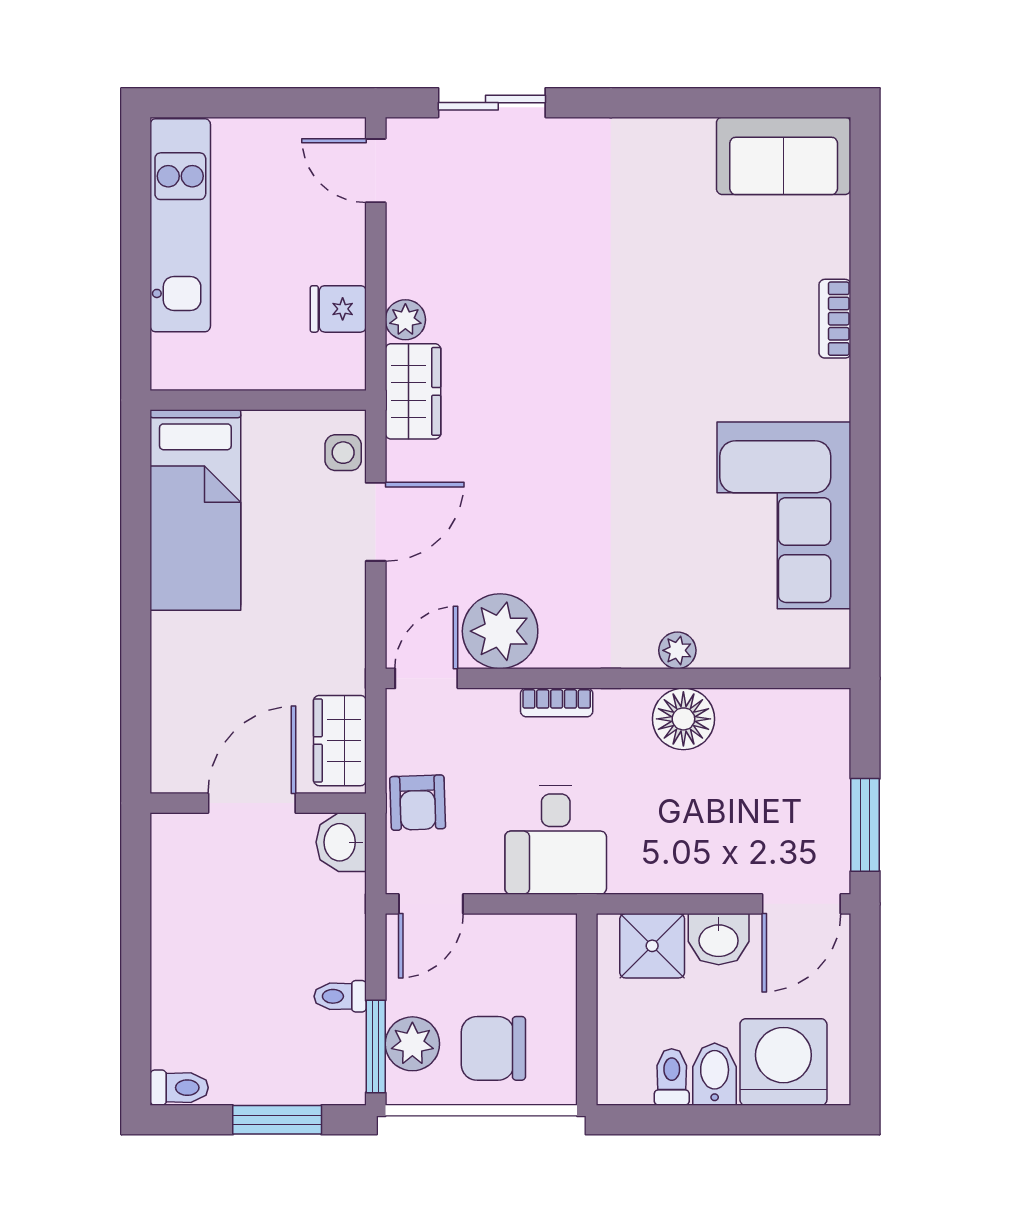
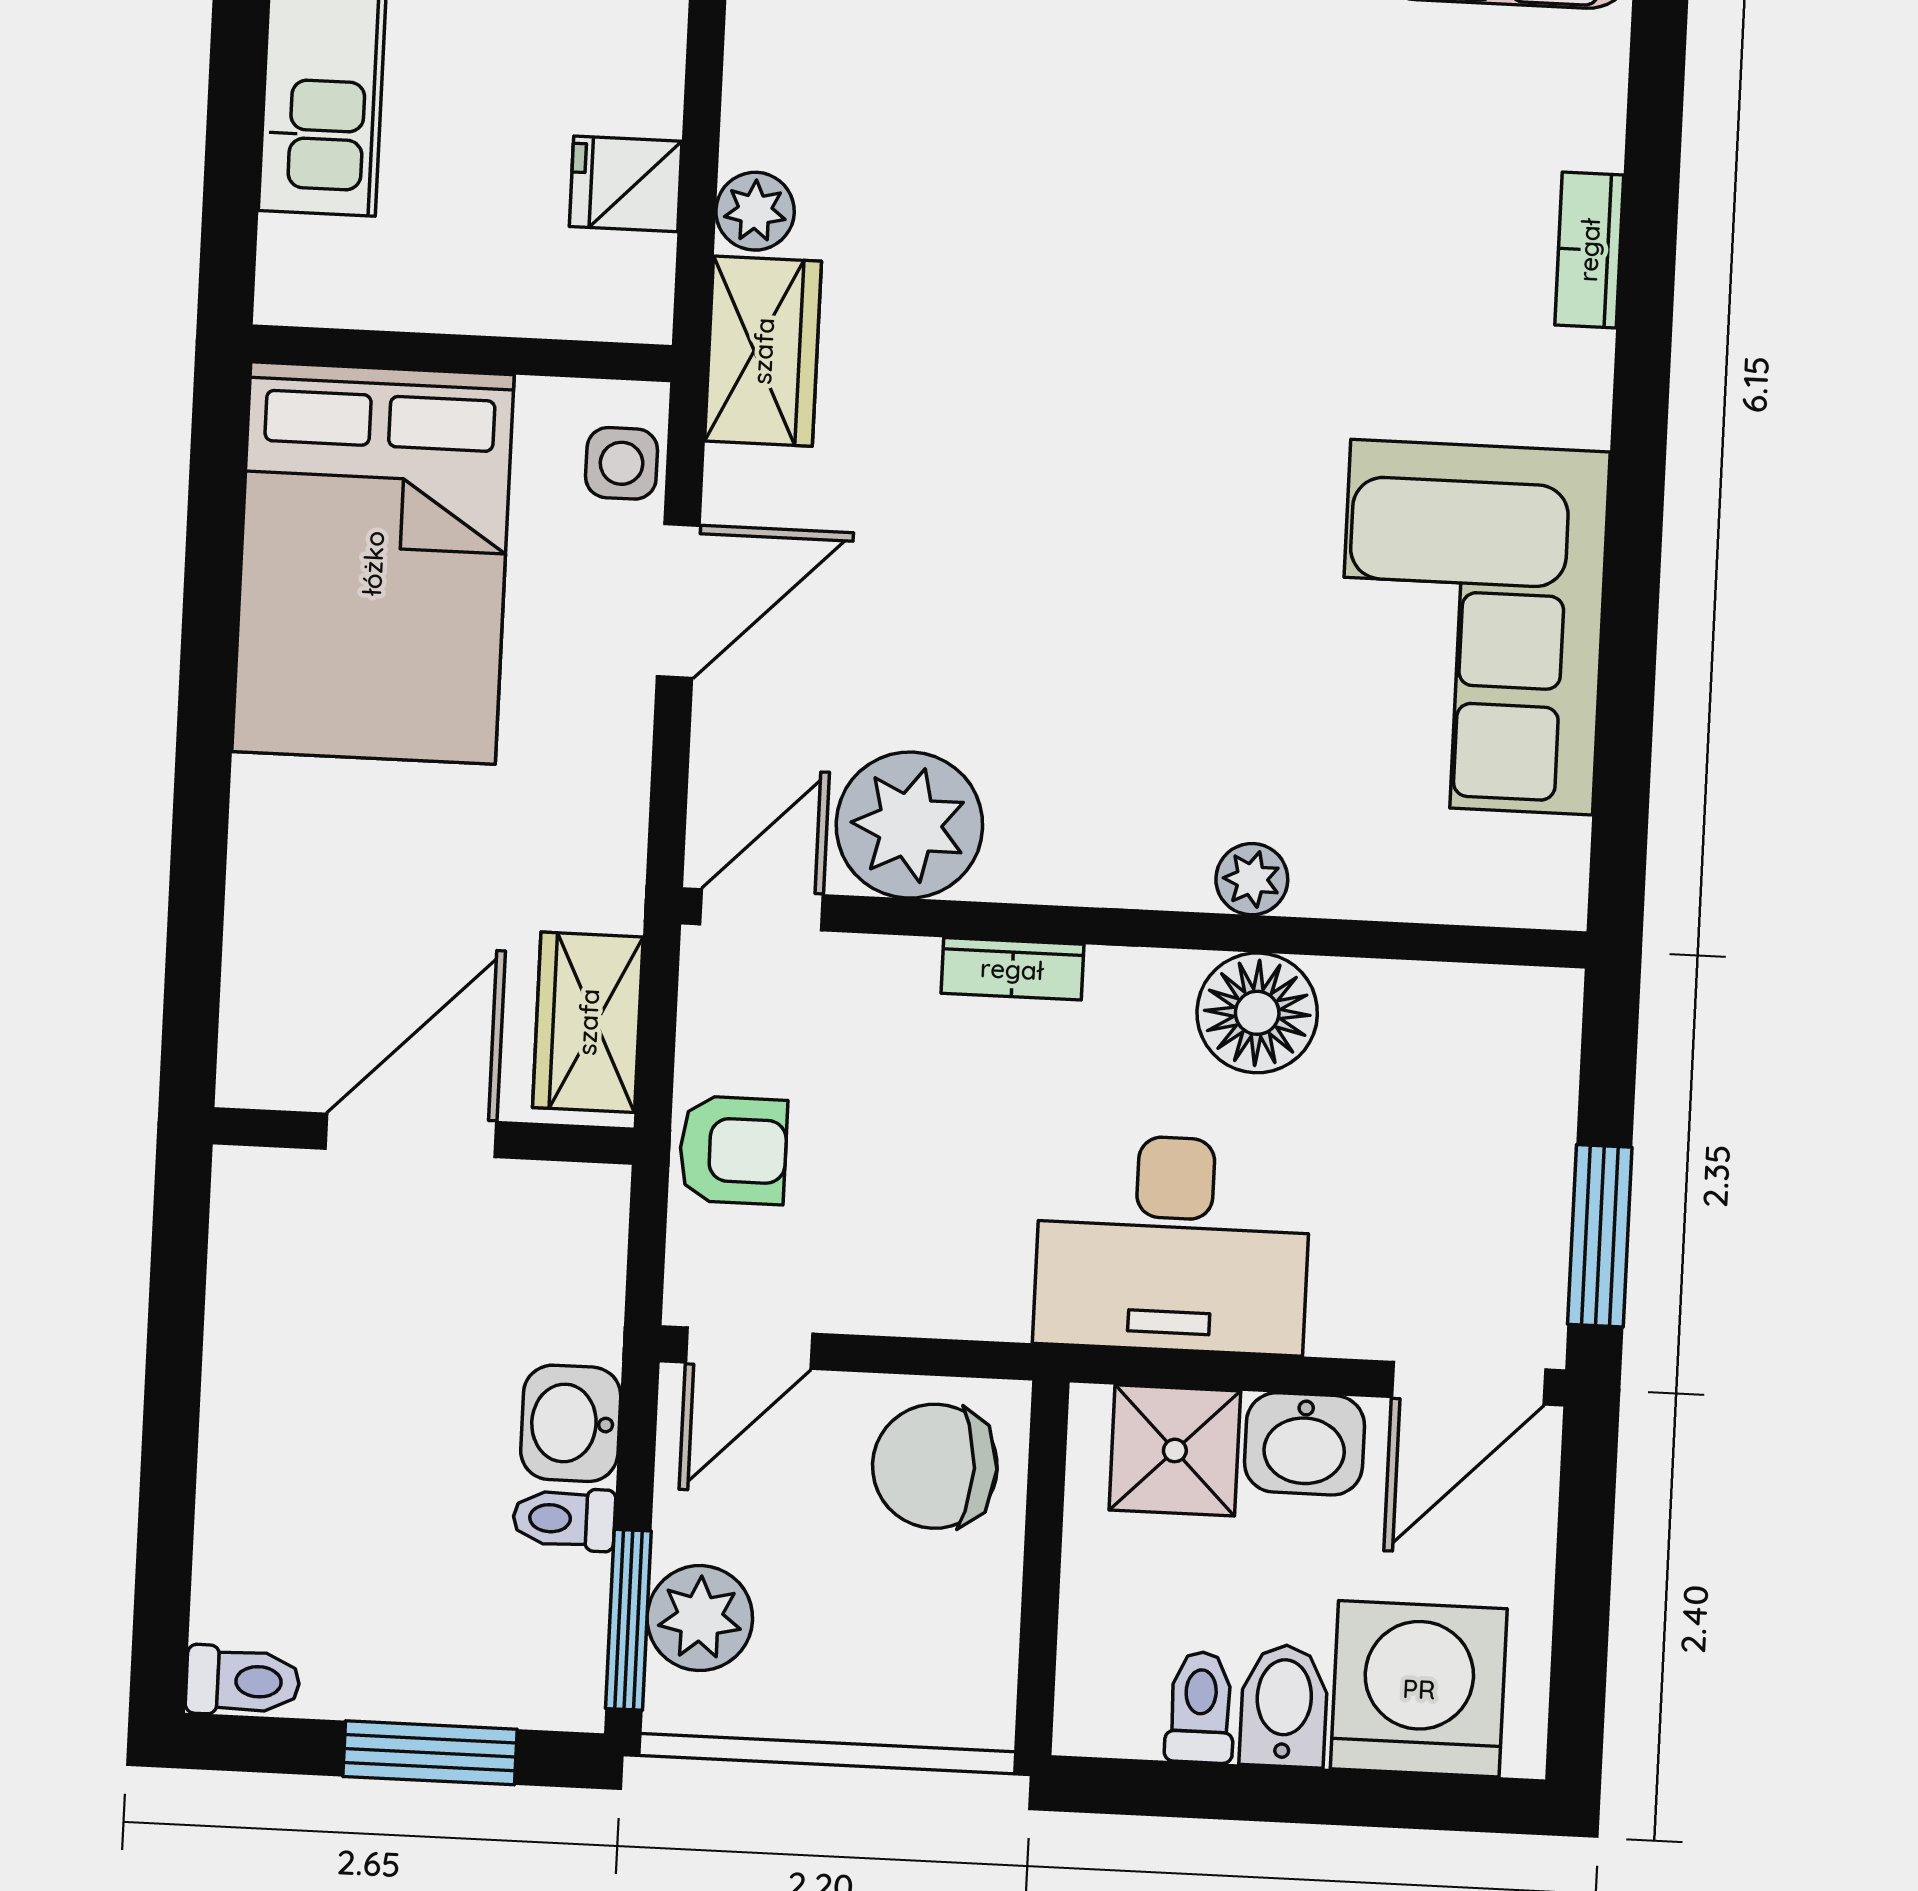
bed: (195, 510) -> (373, 563), width x1.50
armchair: (418, 803) -> (733, 1150), turned -88
desk: (556, 840) -> (1173, 1244), moved, width x1.37
washbasin: (341, 842) -> (571, 1423), moved
chair: (493, 1048) -> (935, 1466), moved

